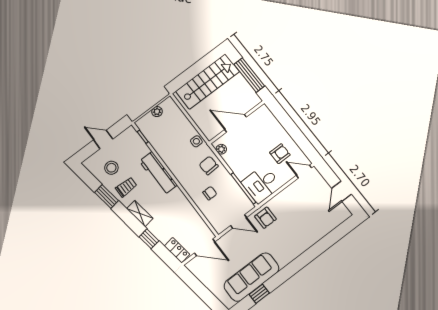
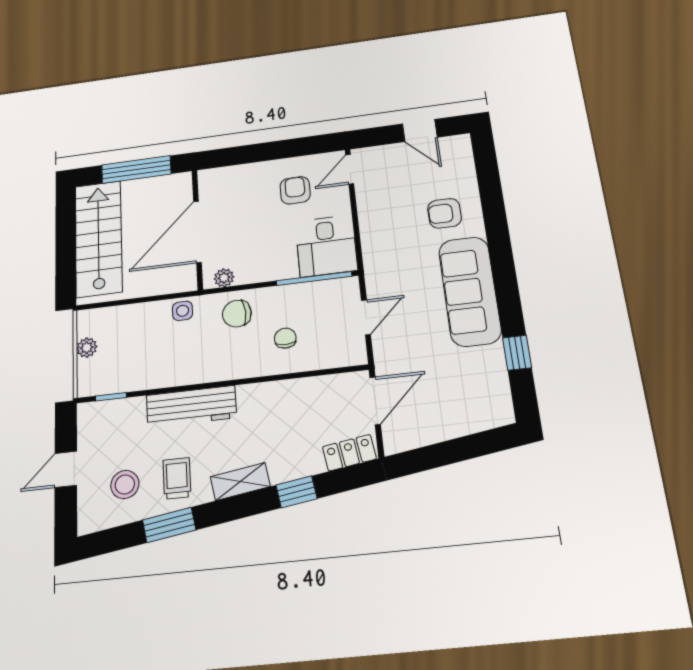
door: (236, 123) -> (197, 232), width x1.36
armchair: (265, 218) -> (445, 213), moved, turned 180
sofa: (251, 277) -> (470, 291), moved

